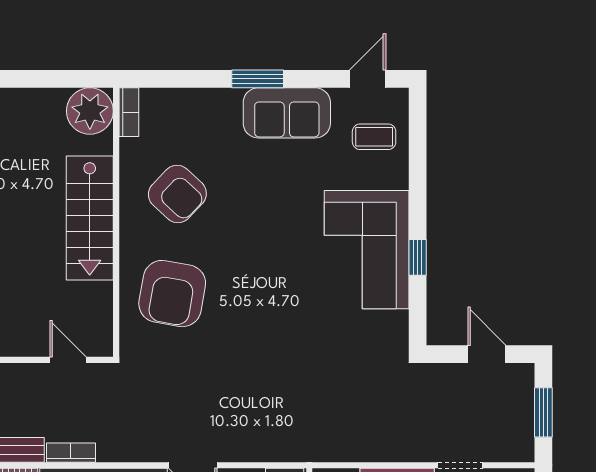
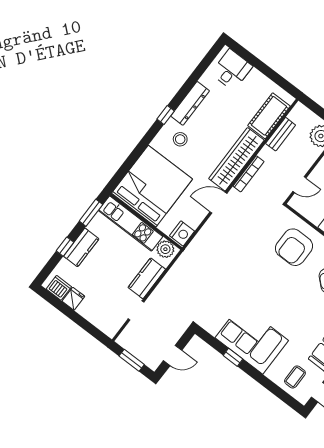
armchair: (172, 294) -> (294, 247), turned -100
bookcase: (71, 453) -> (248, 174), moved, width x1.56

